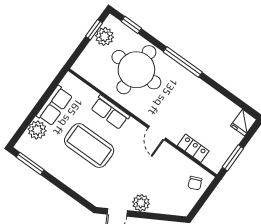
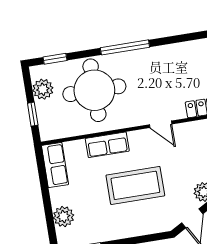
window: (94, 30) -> (33, 114), moved
row of seats: (54, 106) -> (55, 165), moved
coffee table: (89, 146) -> (135, 185), moved

